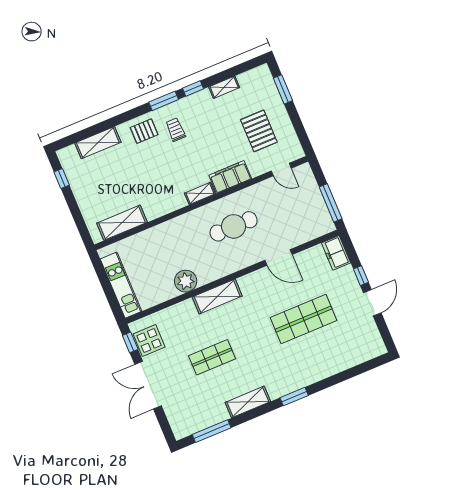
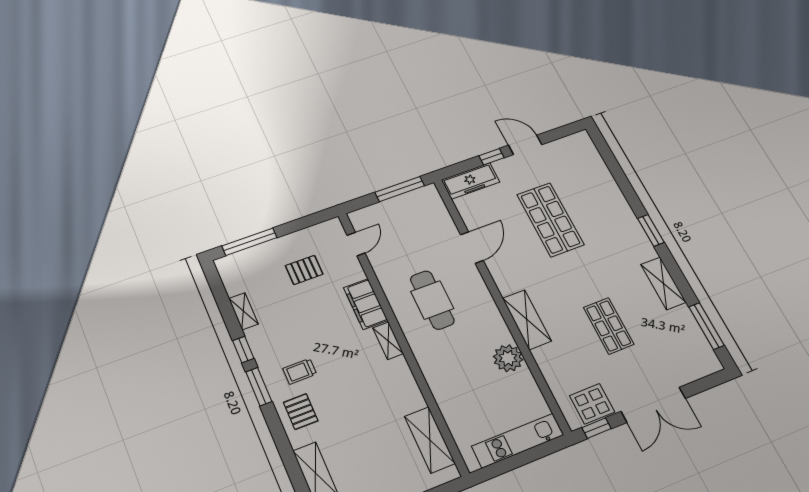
window: (283, 89) -> (249, 242), width x1.44
pallet: (259, 131) -> (304, 270), width x0.67, depth x0.71
freezer: (336, 253) -> (471, 181), width x1.40

